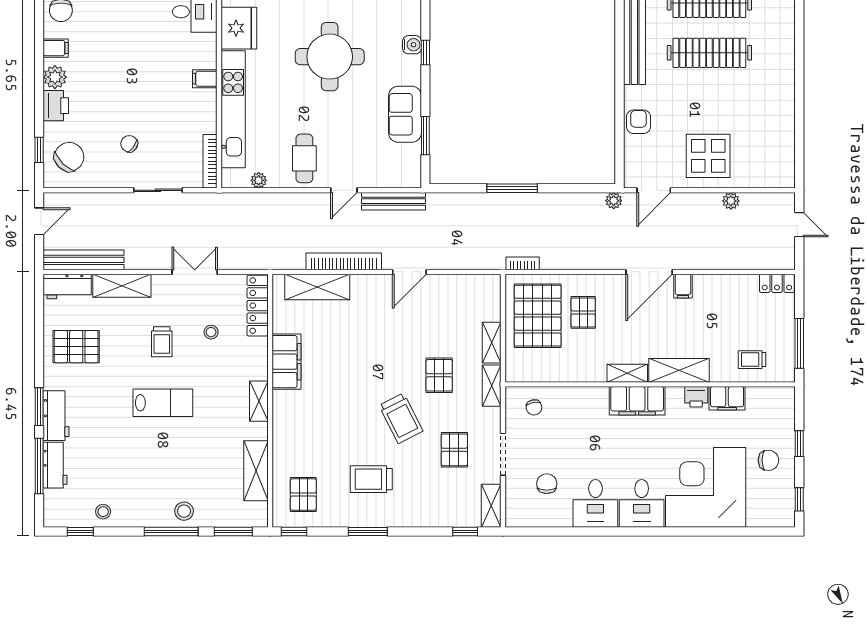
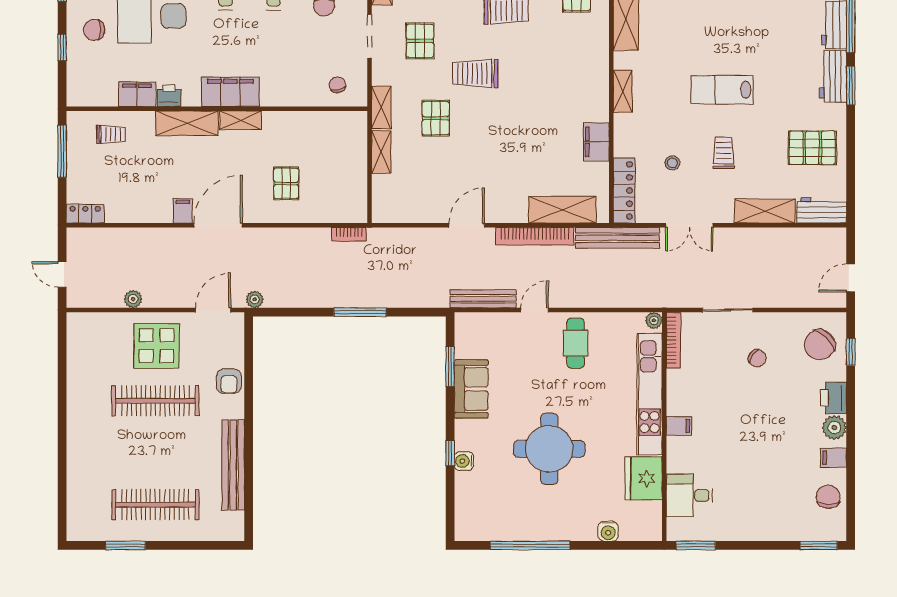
clothes rail: (709, 53) -> (155, 401), moved
plant: (259, 180) -> (654, 320), moved
bench: (84, 260) -> (617, 238), moved
pallet: (538, 316) -> (334, 180), removed
filing cabinet: (286, 362) -> (596, 142), width x0.67, depth x0.86
trolley: (401, 418) -> (475, 74), turned -63

